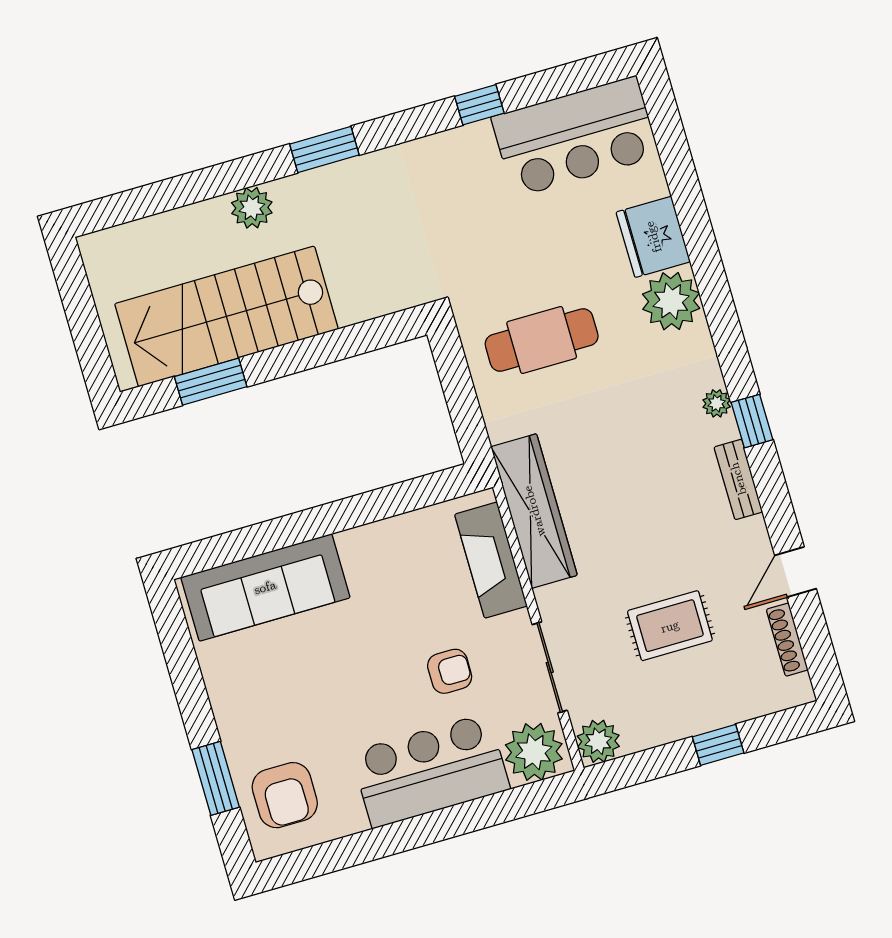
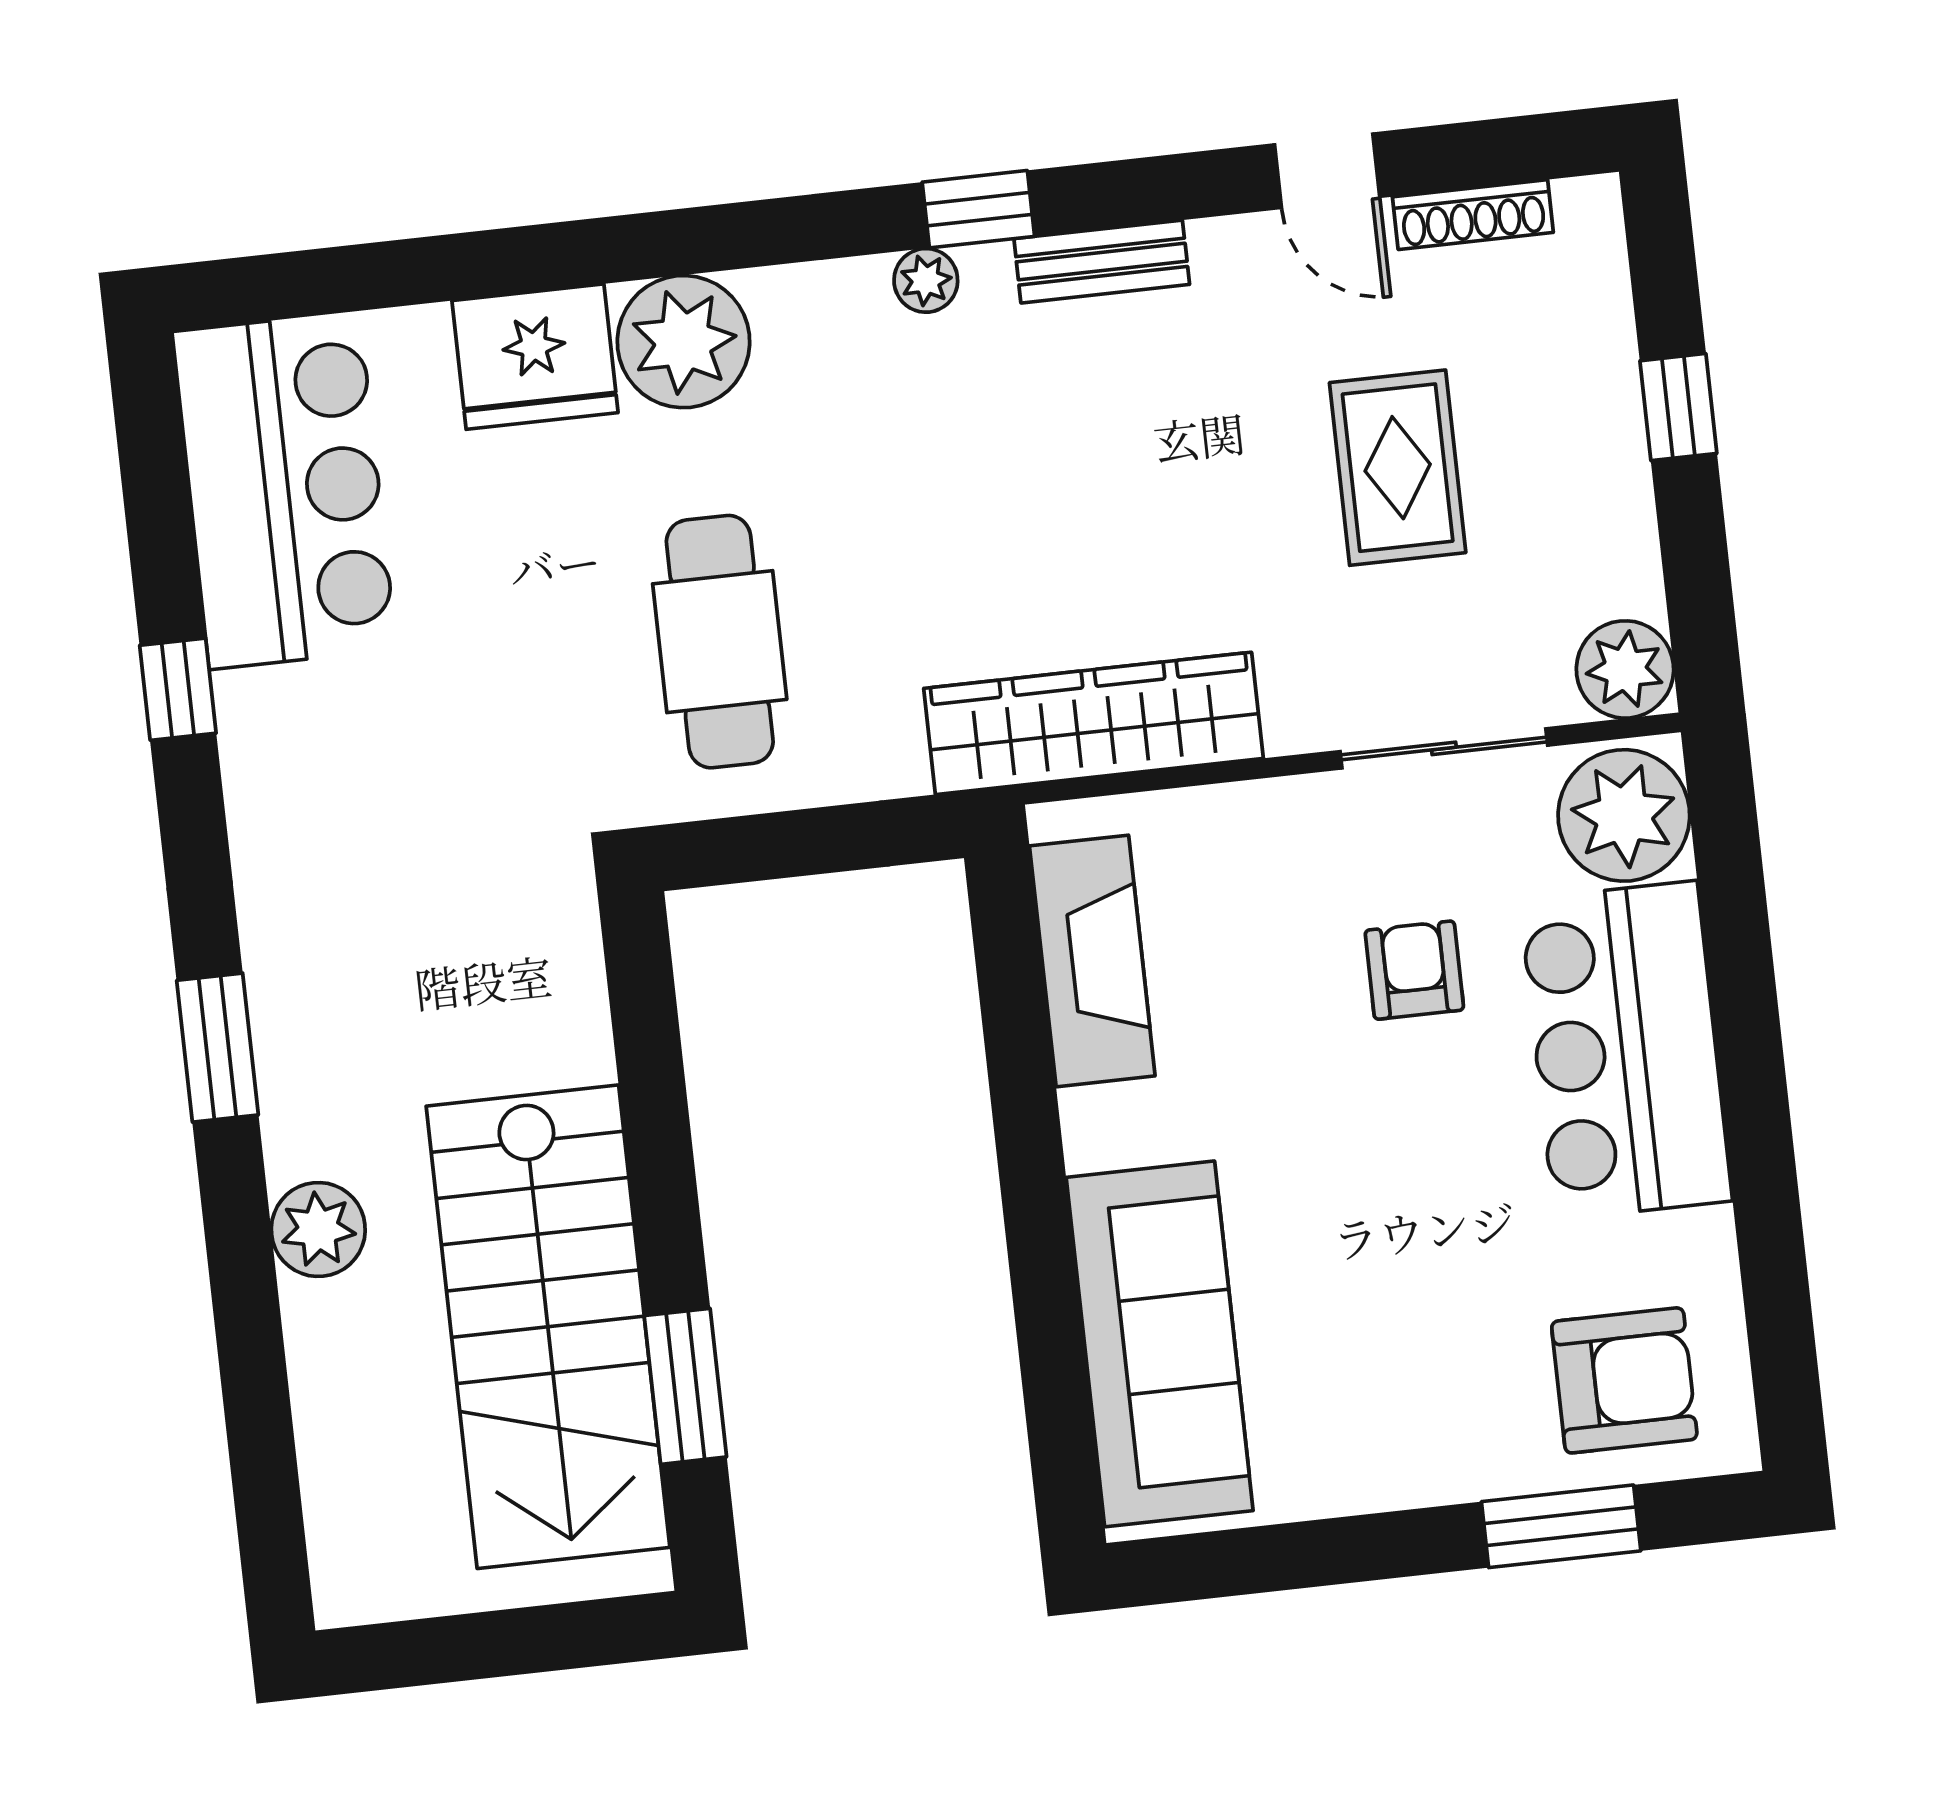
fireplace: (491, 560) -> (1092, 961), moved, turned -90

